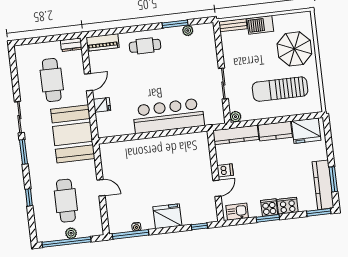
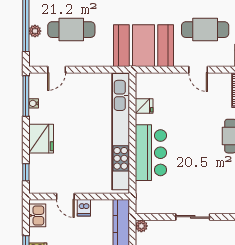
sliding door: (223, 83) -> (193, 217), moved
fridge: (102, 105) -> (144, 106), moved, turned -90
bar counter: (168, 116) -> (151, 153), width x0.73
kitchen unit: (153, 145) -> (121, 132), added
door: (101, 188) -> (57, 70), moved

